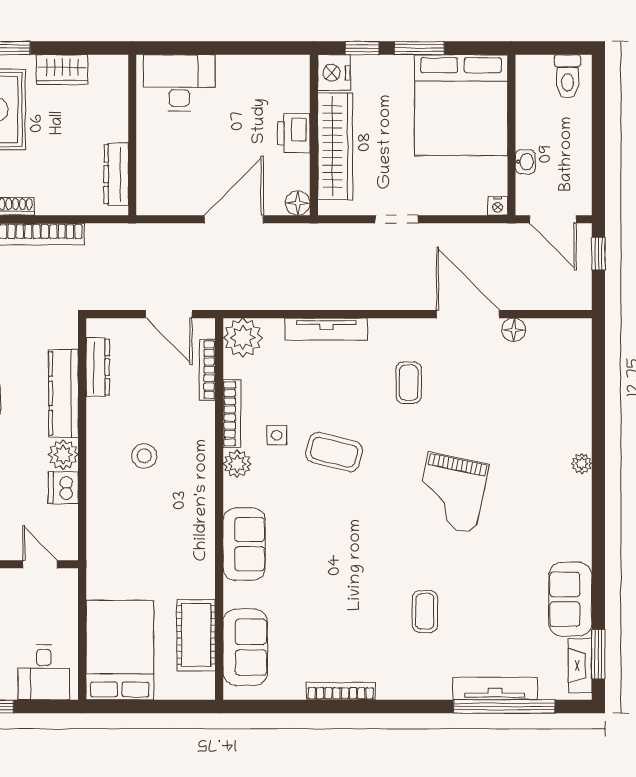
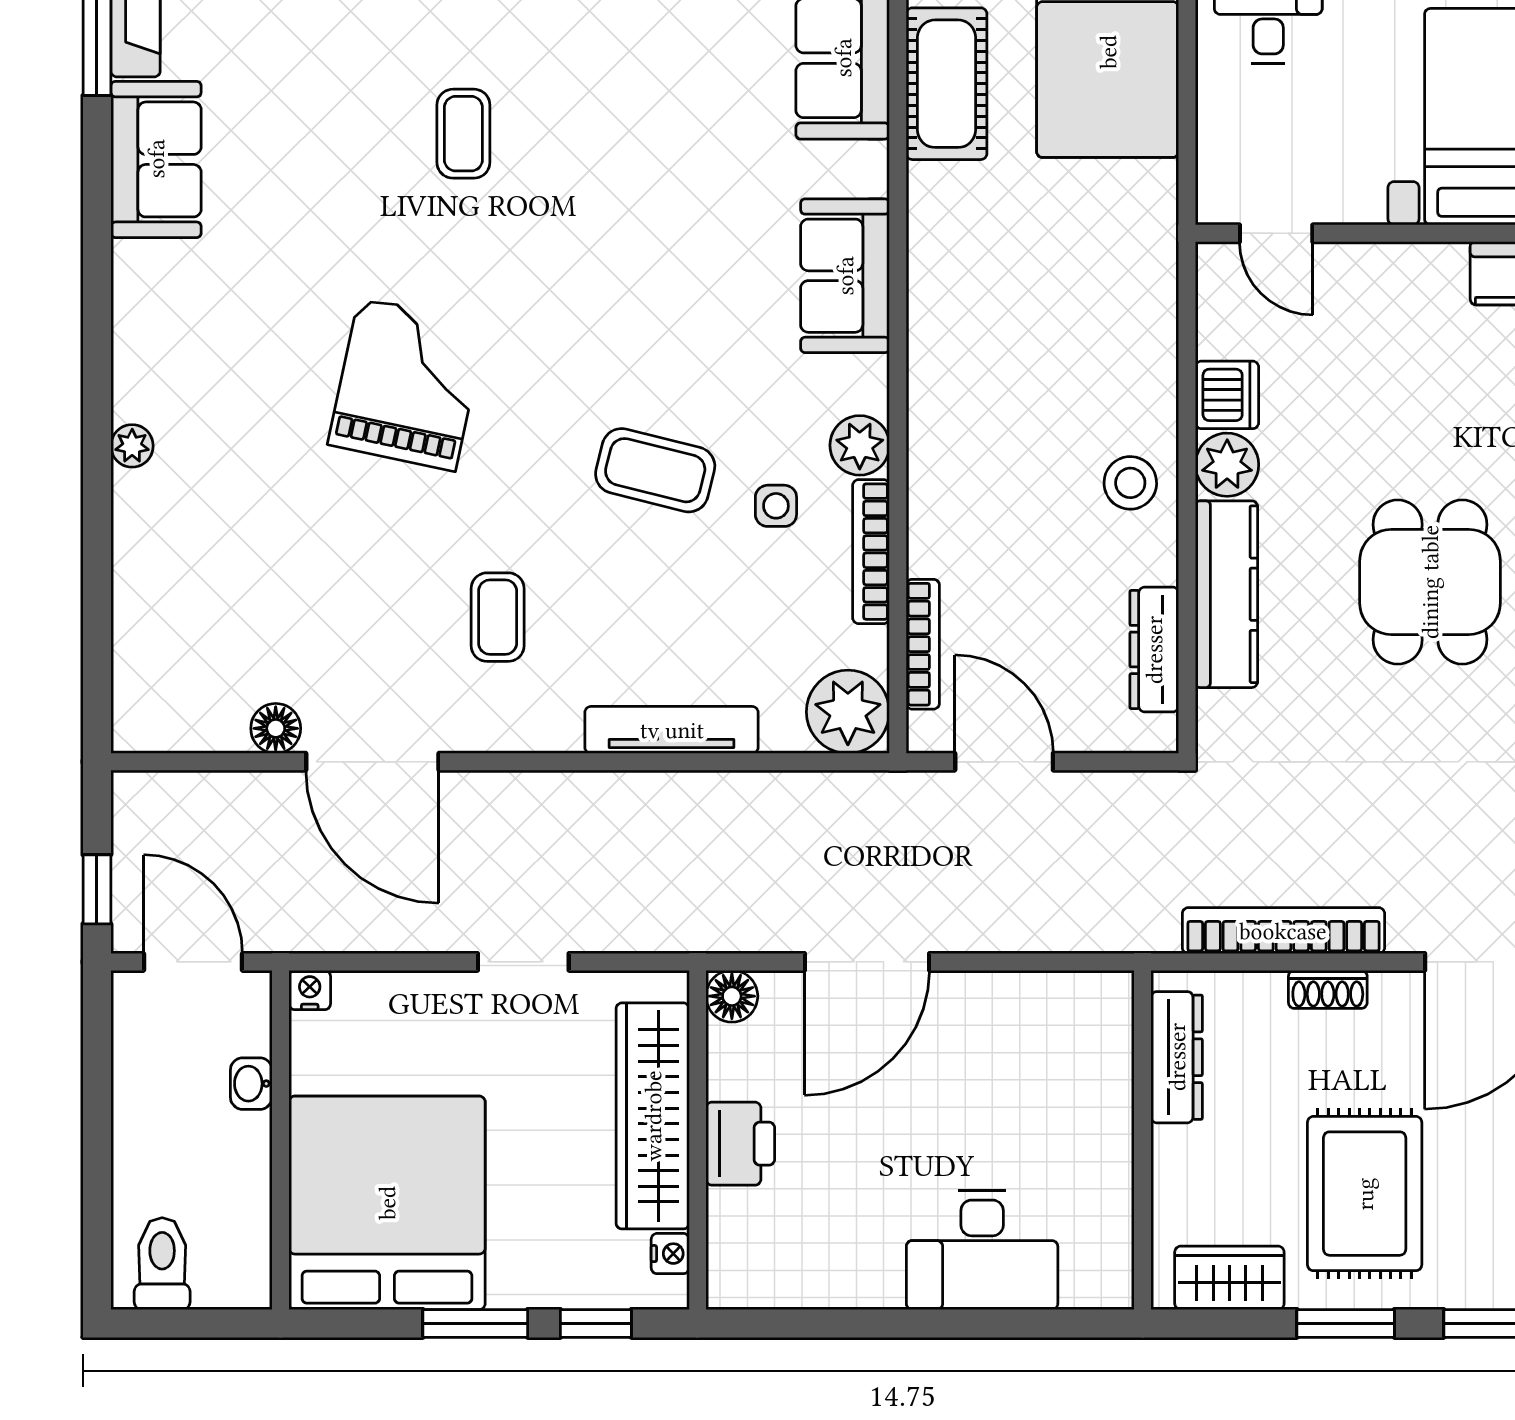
nightstand: (334, 73) -> (670, 1254), width x0.53, depth x0.56
wall: (132, 135) -> (1143, 1140), moved
dresser: (116, 174) -> (1177, 1057), moved
stool: (144, 456) -> (1130, 483), moved

